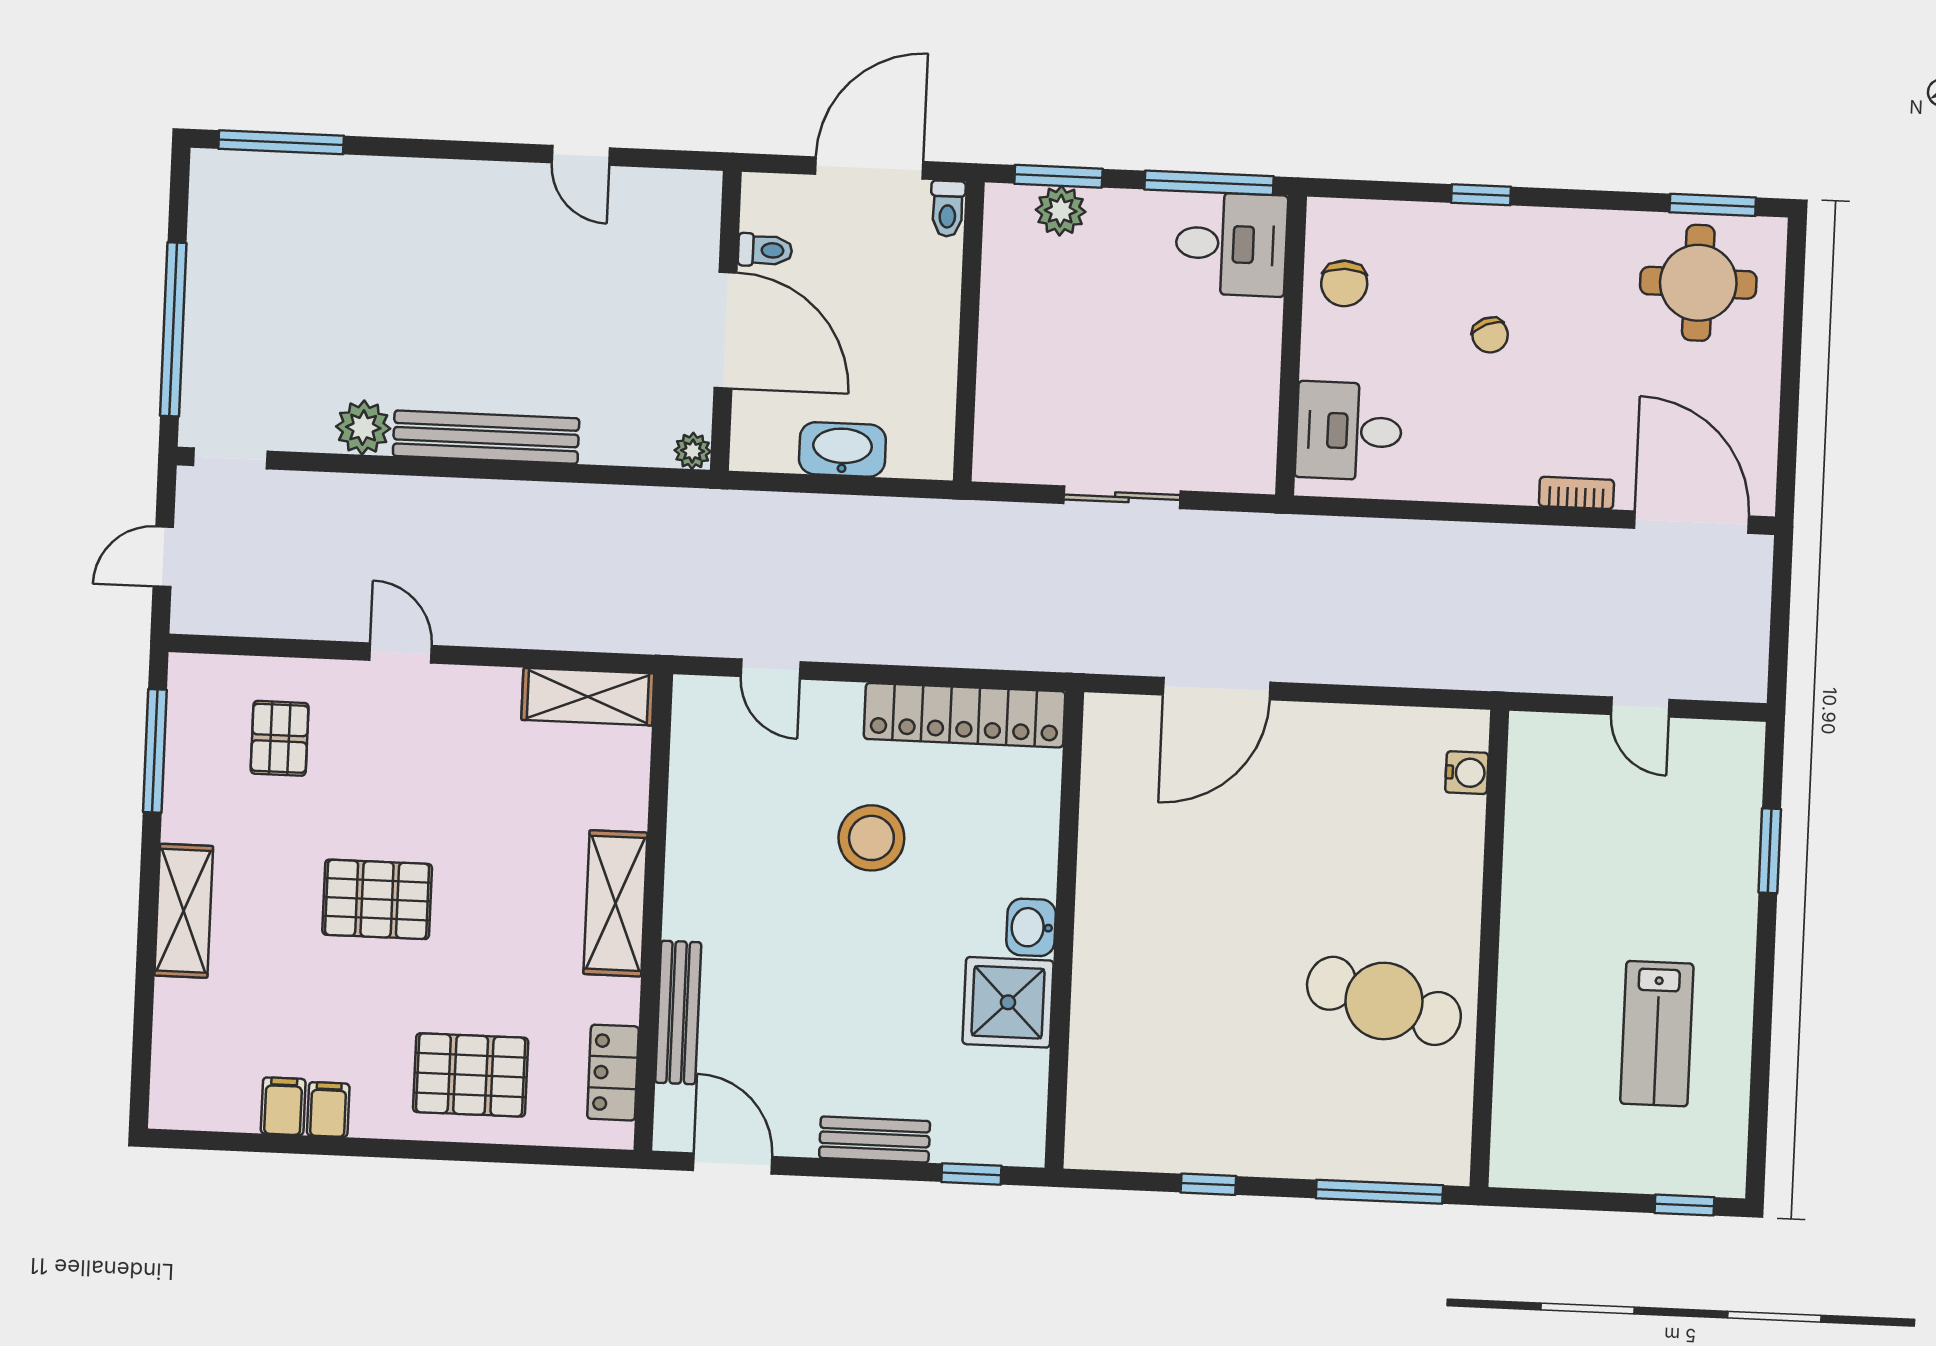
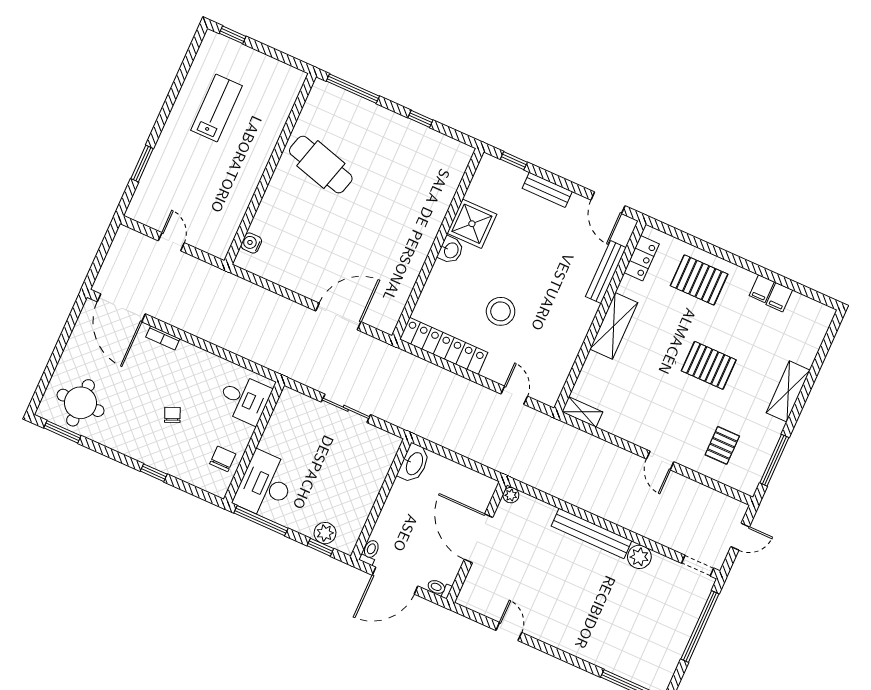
window: (1058, 176) -> (320, 547), width x0.67
desk: (1231, 244) -> (265, 485), width x1.37
toilet: (765, 250) -> (439, 588), moved
washbasin: (842, 449) -> (414, 463), moved, turned -90
shelving: (588, 697) -> (582, 412), width x0.67, depth x0.75

